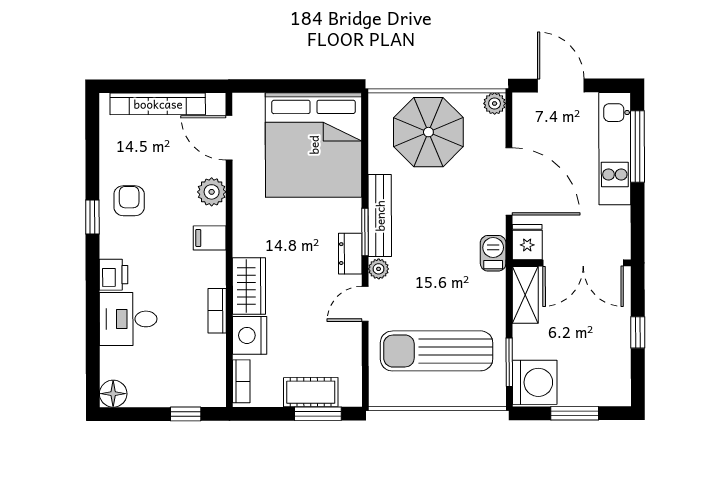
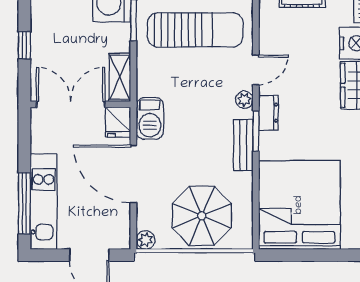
bench: (380, 216) -> (243, 145), width x0.73
barbecue: (493, 253) -> (150, 118), width x1.38, depth x1.27

